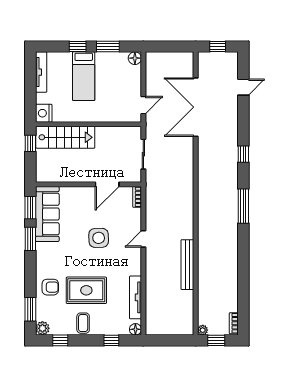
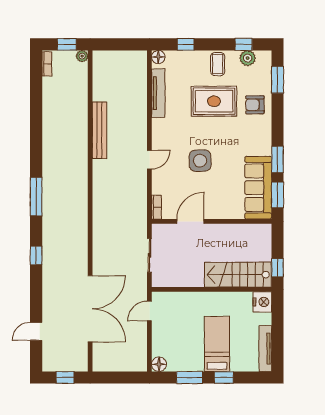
plant: (42, 328) -> (248, 58), moved

